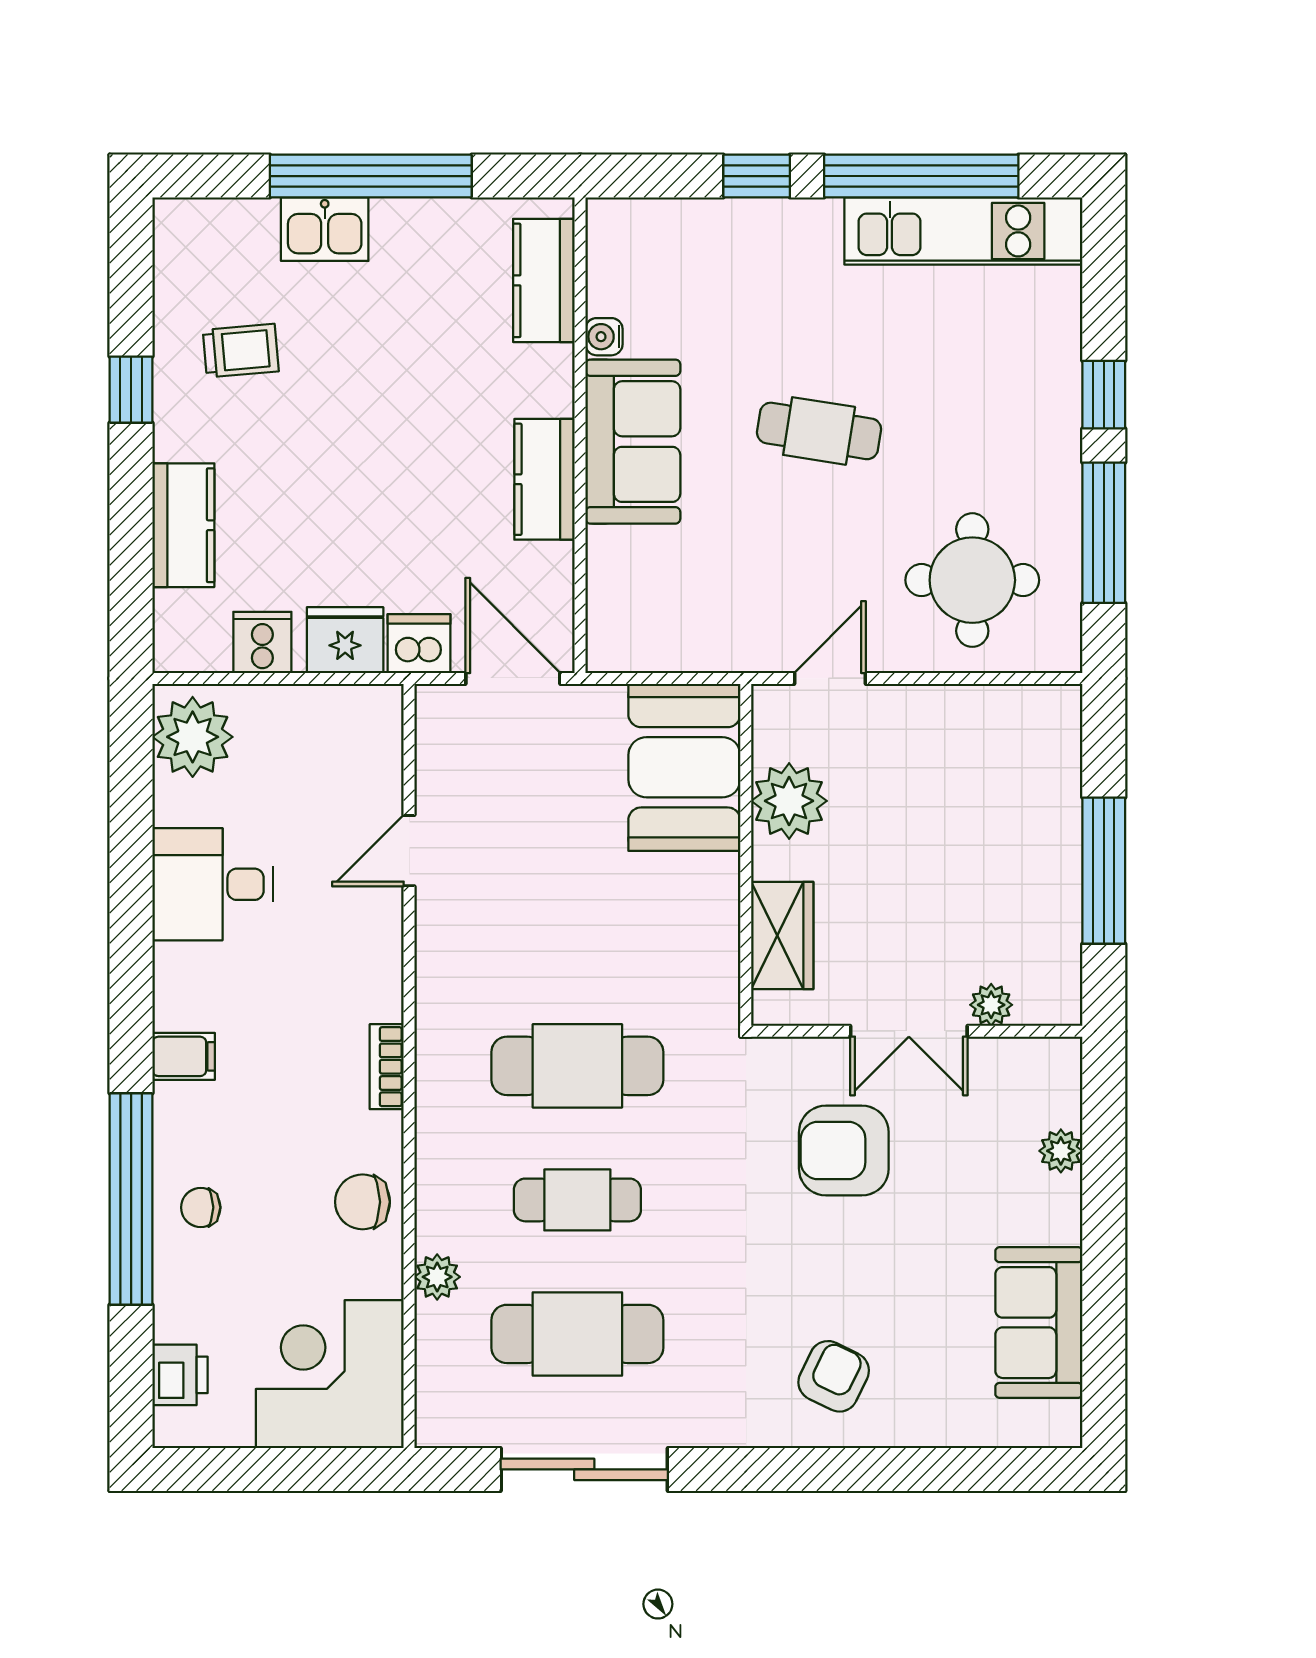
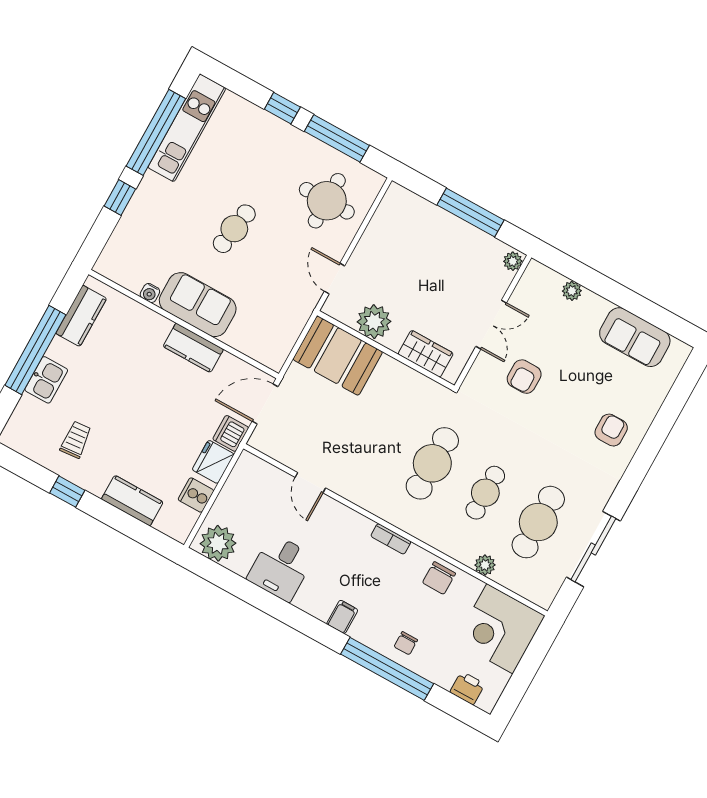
kitchen counter: (544, 280) -> (81, 316), moved, turned -90
plant: (991, 1005) -> (513, 261), moved
armchair: (844, 1150) -> (524, 377), width x0.72, depth x0.72
armchair: (834, 1376) -> (611, 430), turned 64

